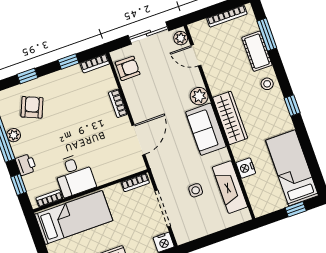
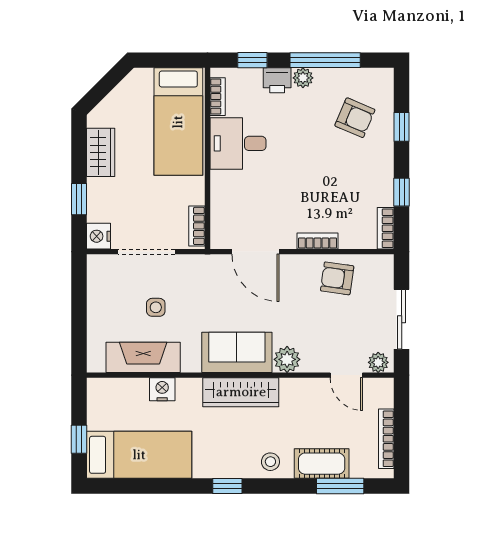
door: (196, 55) -> (346, 375), swing flipped
armchair: (128, 68) -> (337, 278), moved, turned 98
plant: (14, 135) -> (303, 78), moved

